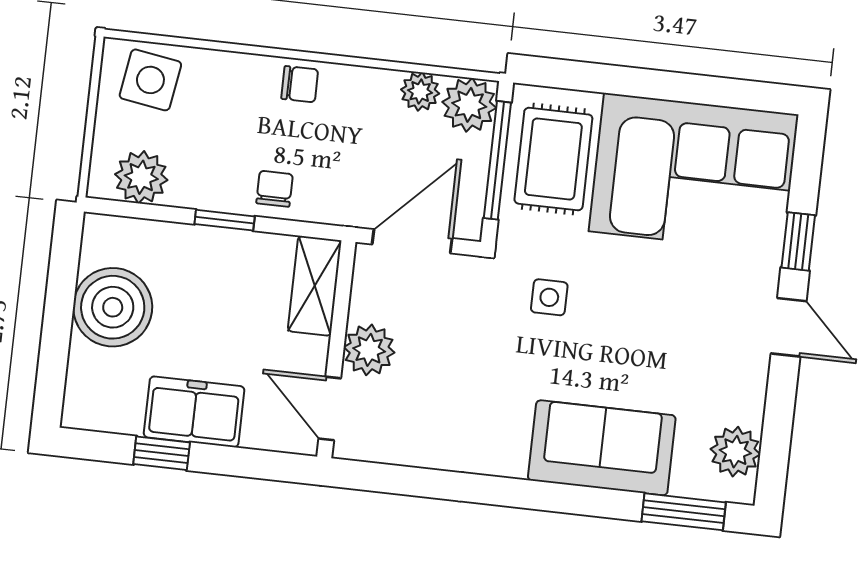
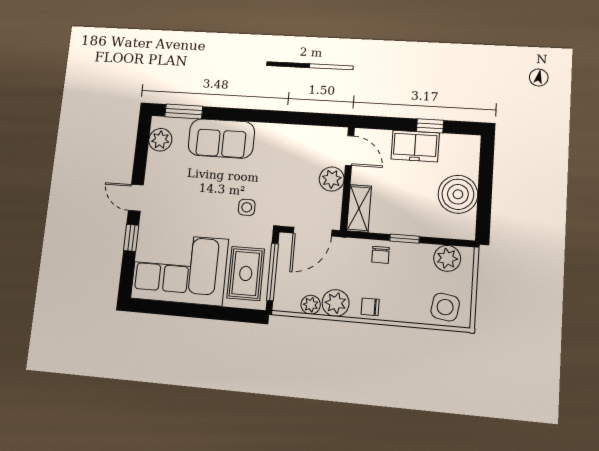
plant: (469, 105) -> (336, 303), moved

